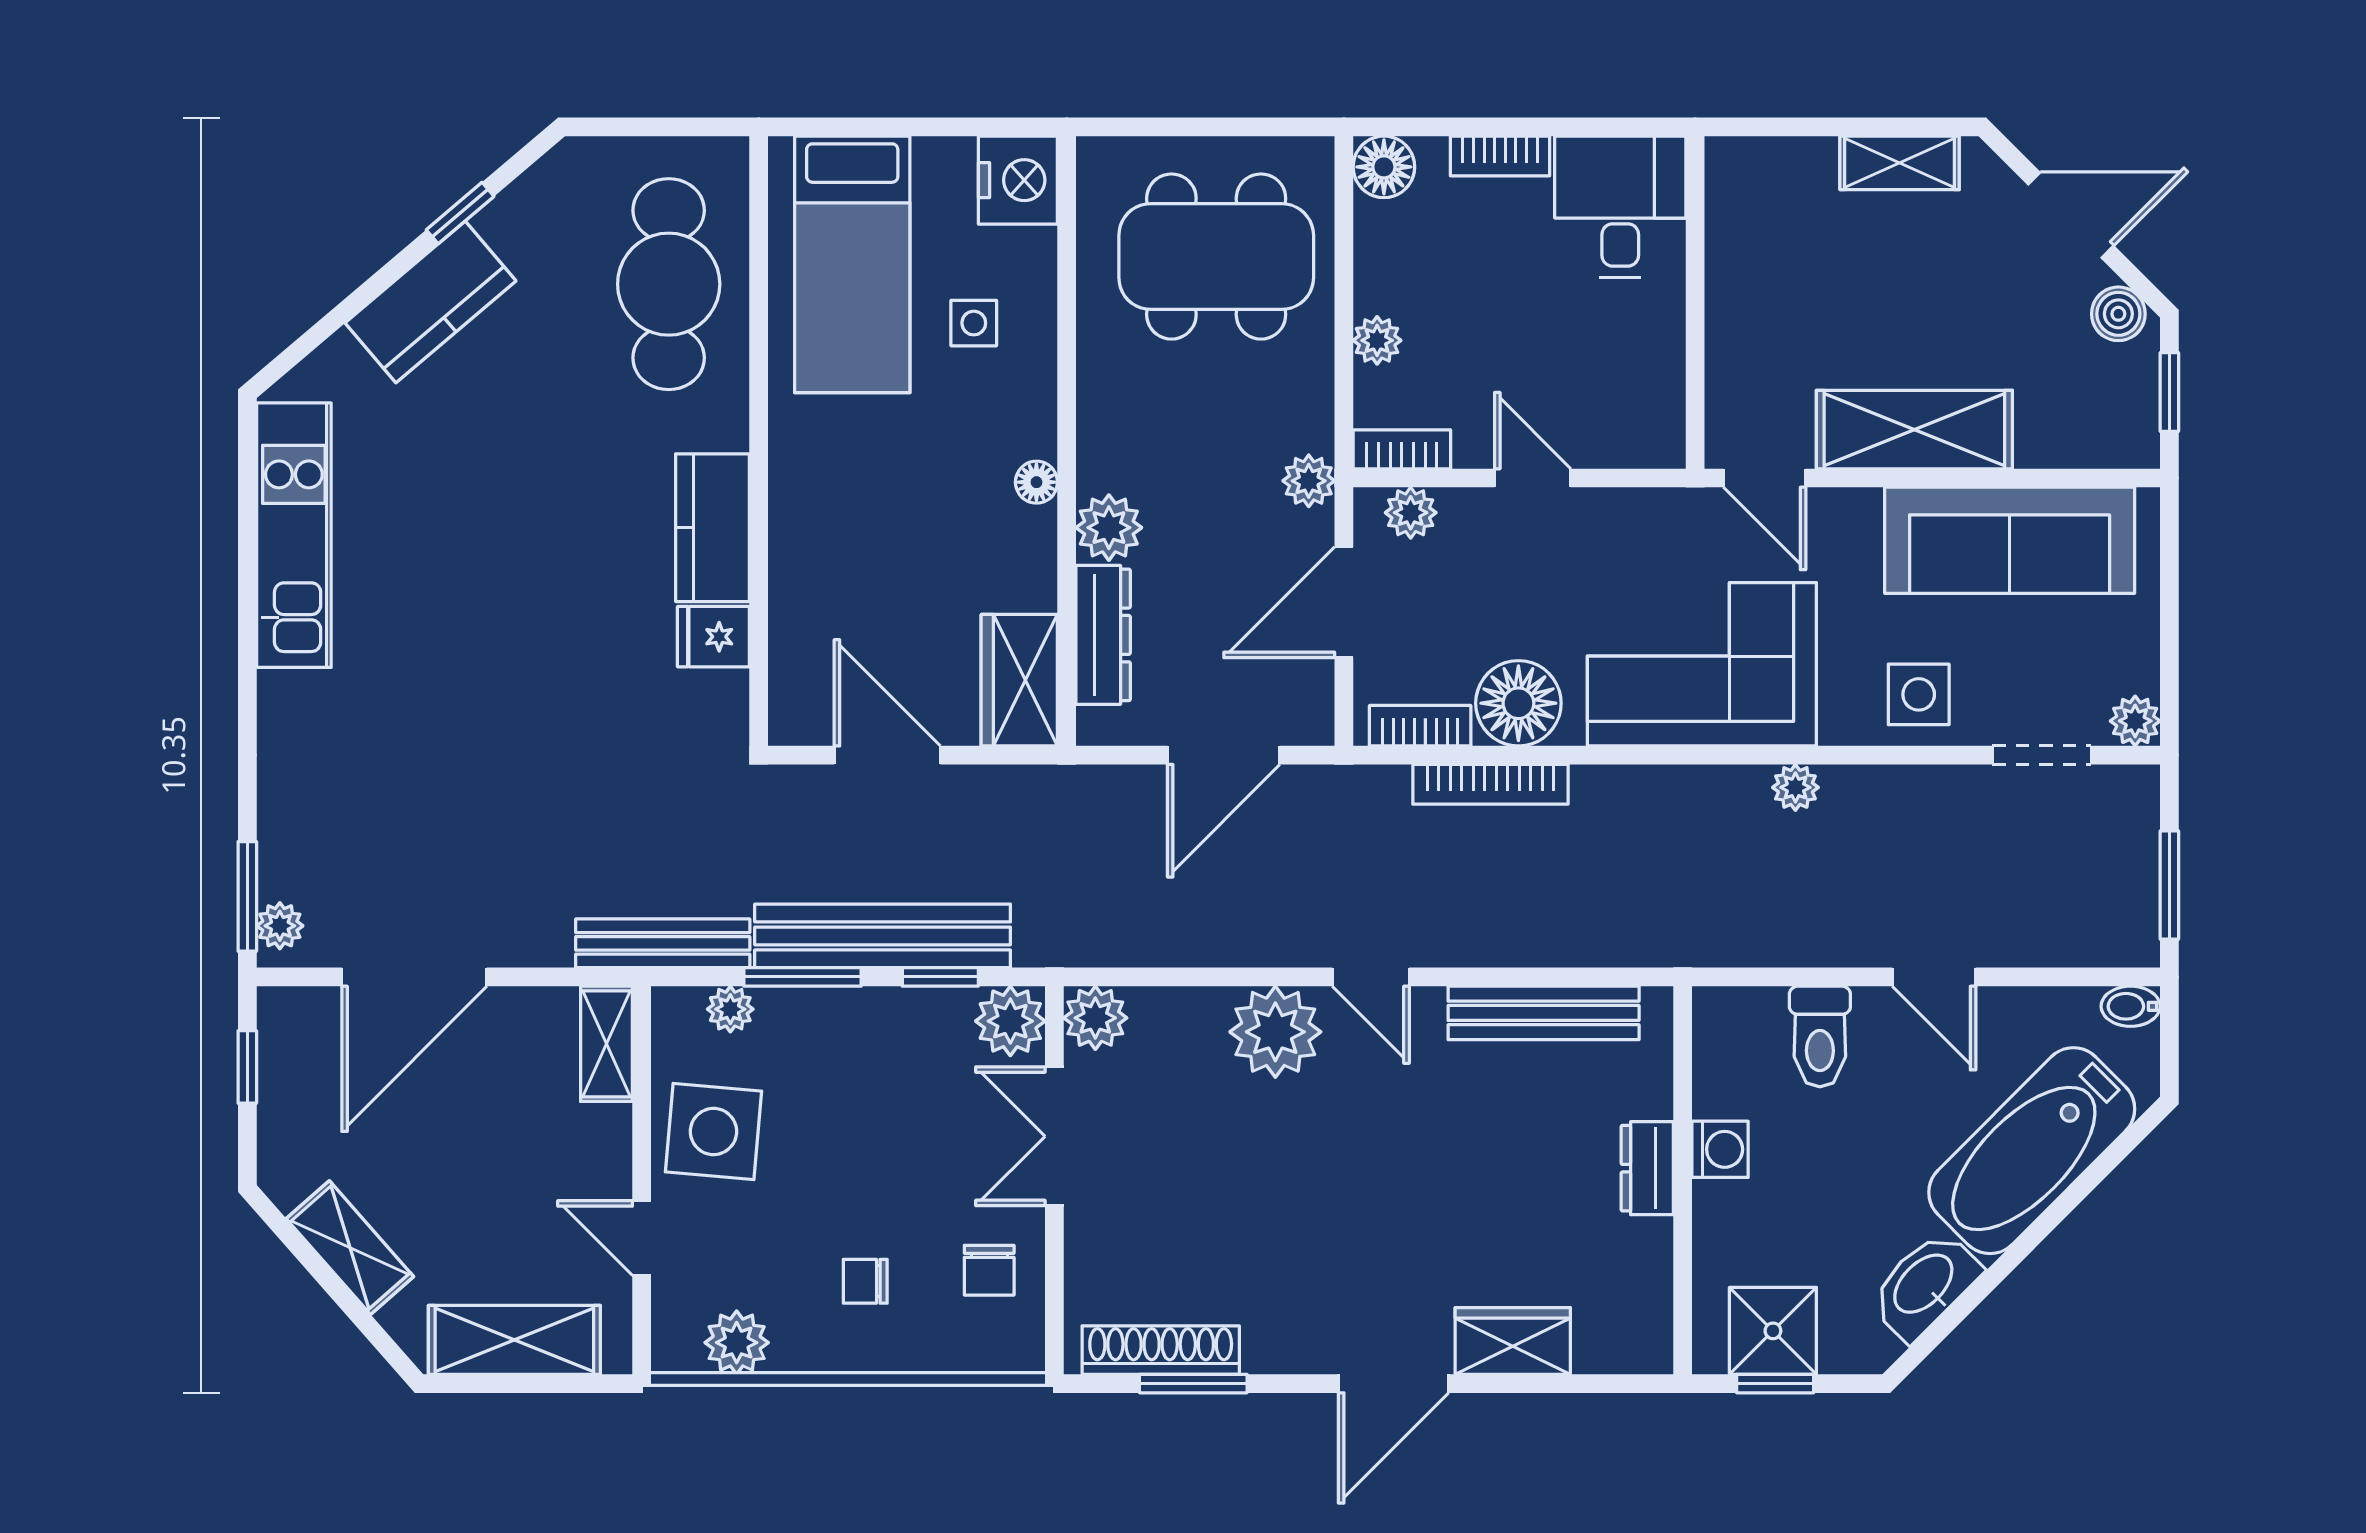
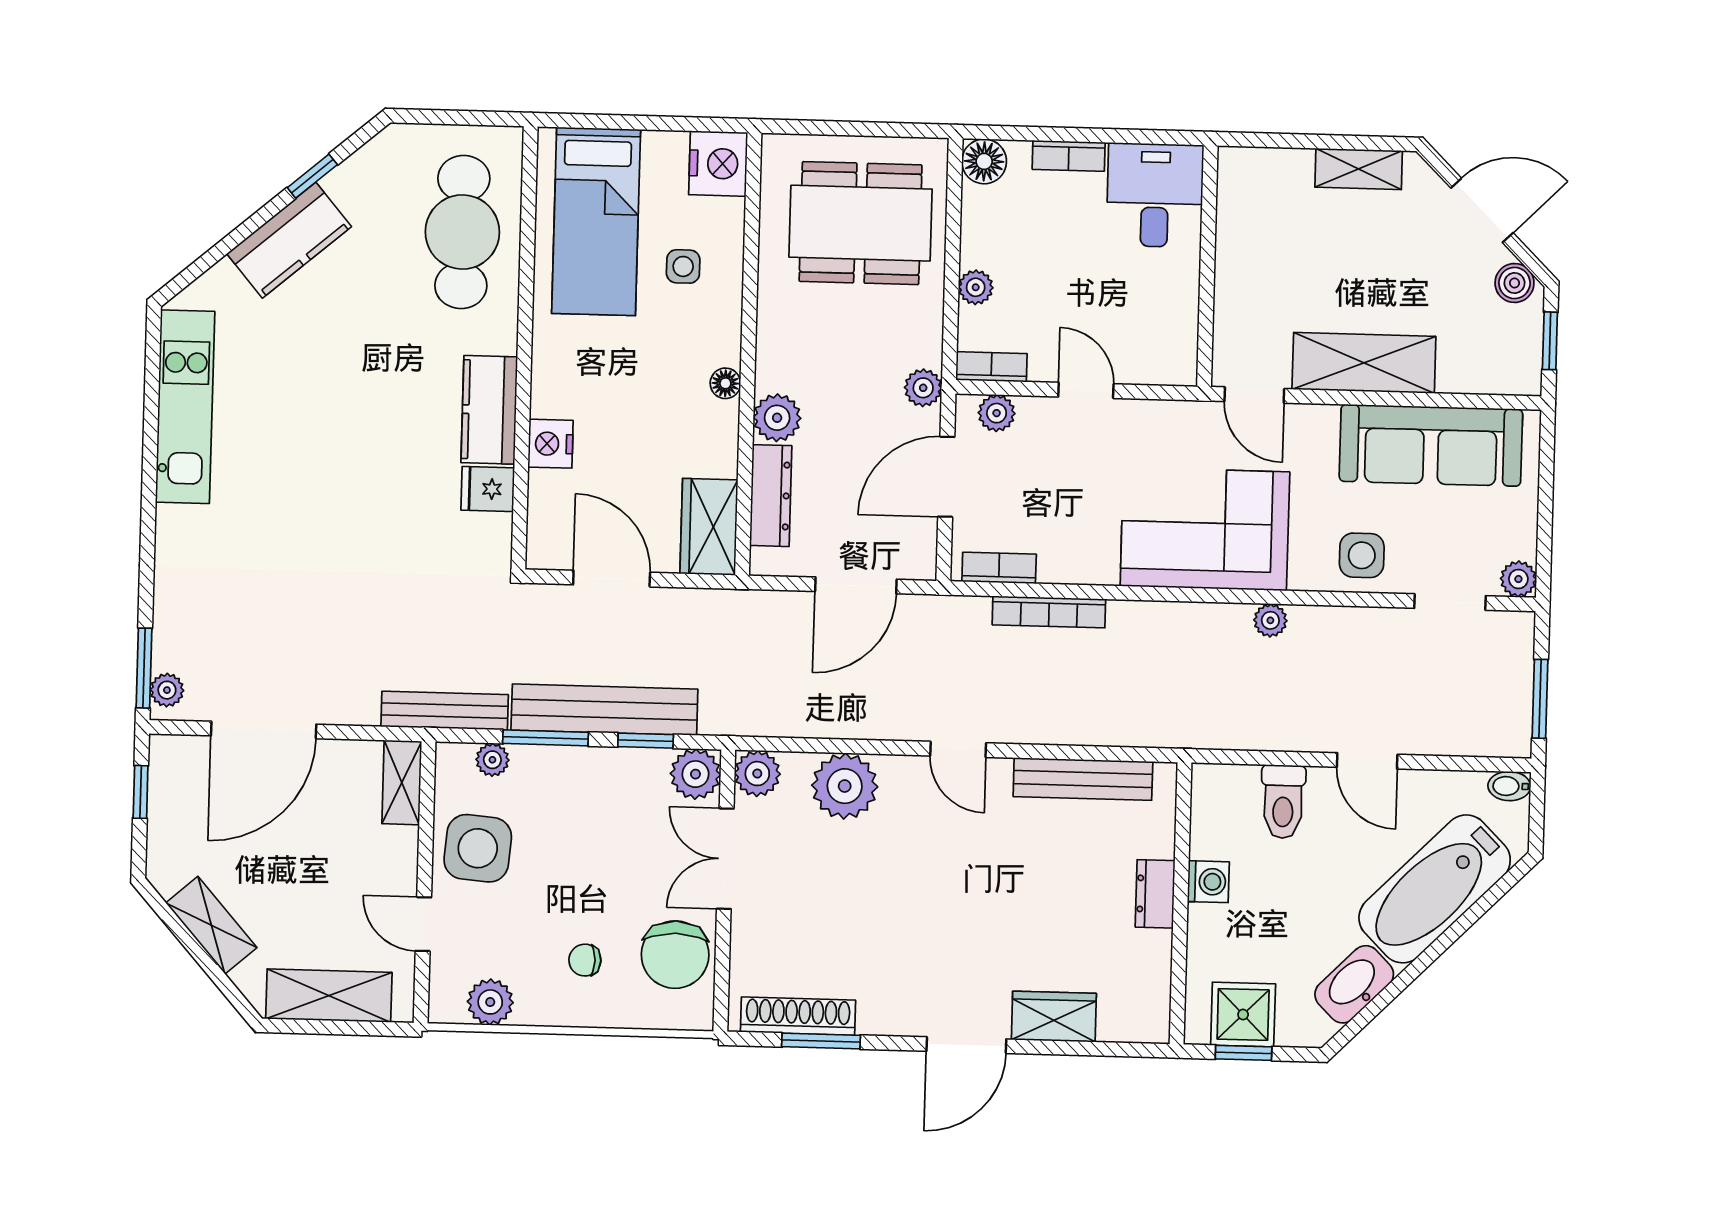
nightstand: (798, 572) -> (551, 444), added
floor lamp: (1518, 703) -> (1071, 554), removed
plant: (1275, 1032) -> (845, 786), moved
chair: (989, 1270) -> (675, 955), width x1.87, depth x1.87

